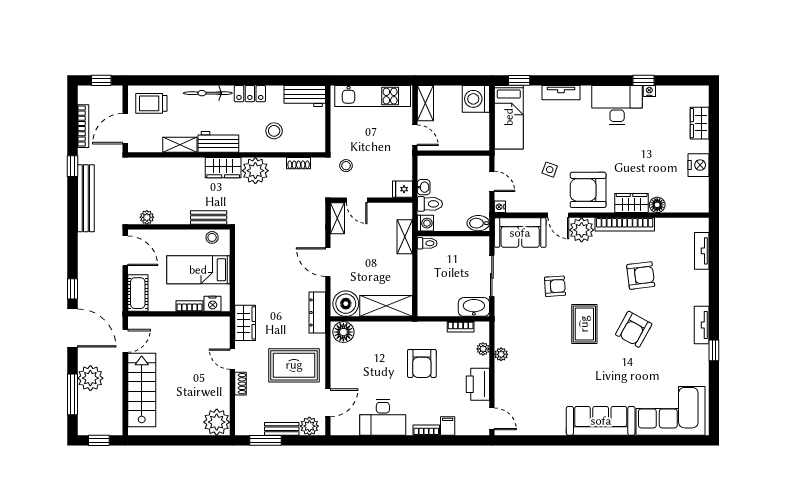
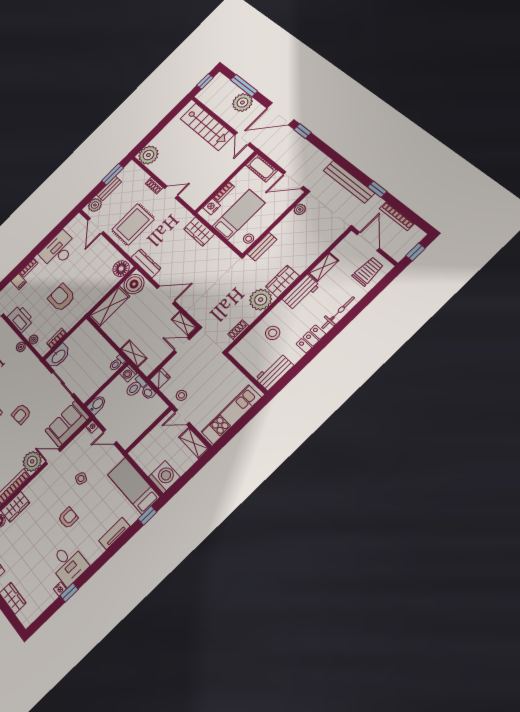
desk: (617, 105) -> (68, 564), width x0.73
stool: (346, 166) -> (181, 395), moved
armchair: (588, 190) -> (68, 518), moved, width x0.53, depth x0.53
wardrobe: (245, 323) -> (199, 232), moved

